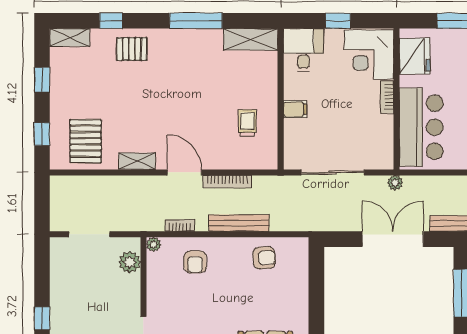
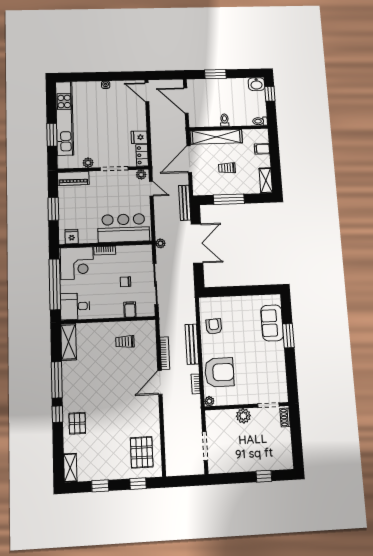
window: (111, 21) -> (57, 414), moved
window: (338, 21) -> (55, 284), width x3.17
fridge: (415, 56) -> (72, 236), width x0.53, depth x0.75
filing cabinet: (295, 109) -> (130, 310), moved
chair: (338, 127) -> (125, 282), added
pallet: (86, 141) -> (142, 452), turned 90
shelving: (137, 161) -> (154, 416), removed
double door: (393, 239) -> (197, 243), swing flipped
plant: (130, 262) -> (243, 416), moved
armchair: (195, 262) -> (219, 372), width x1.88, depth x1.88

